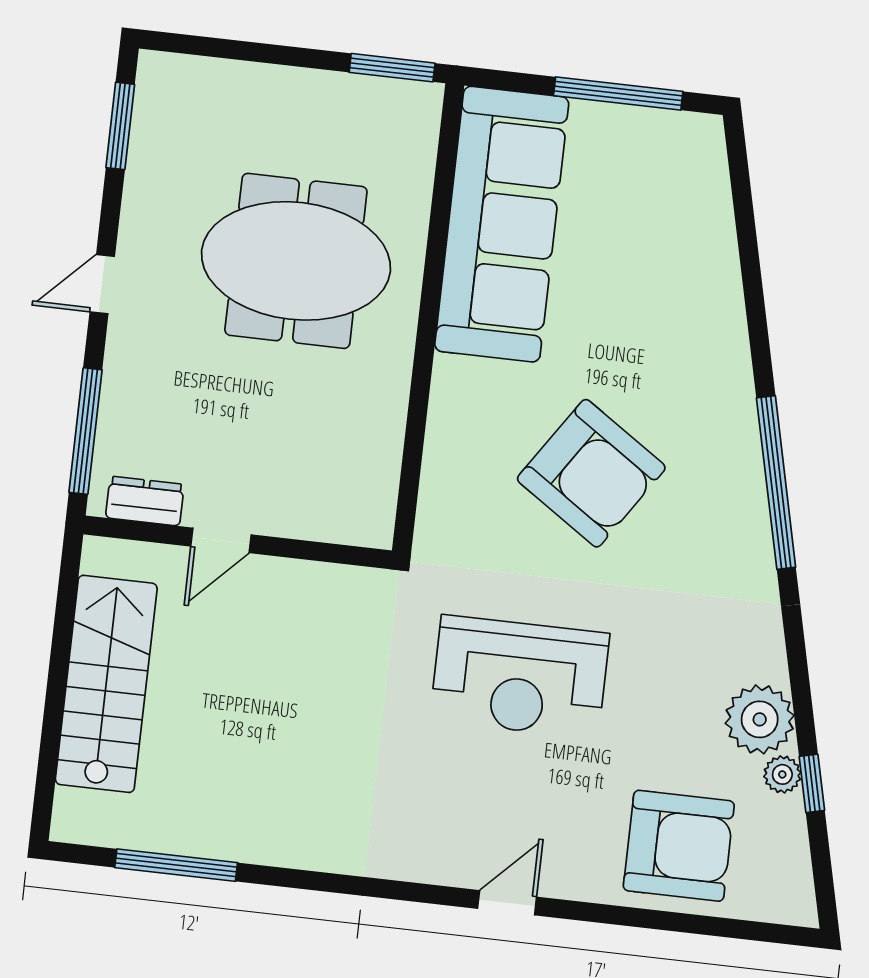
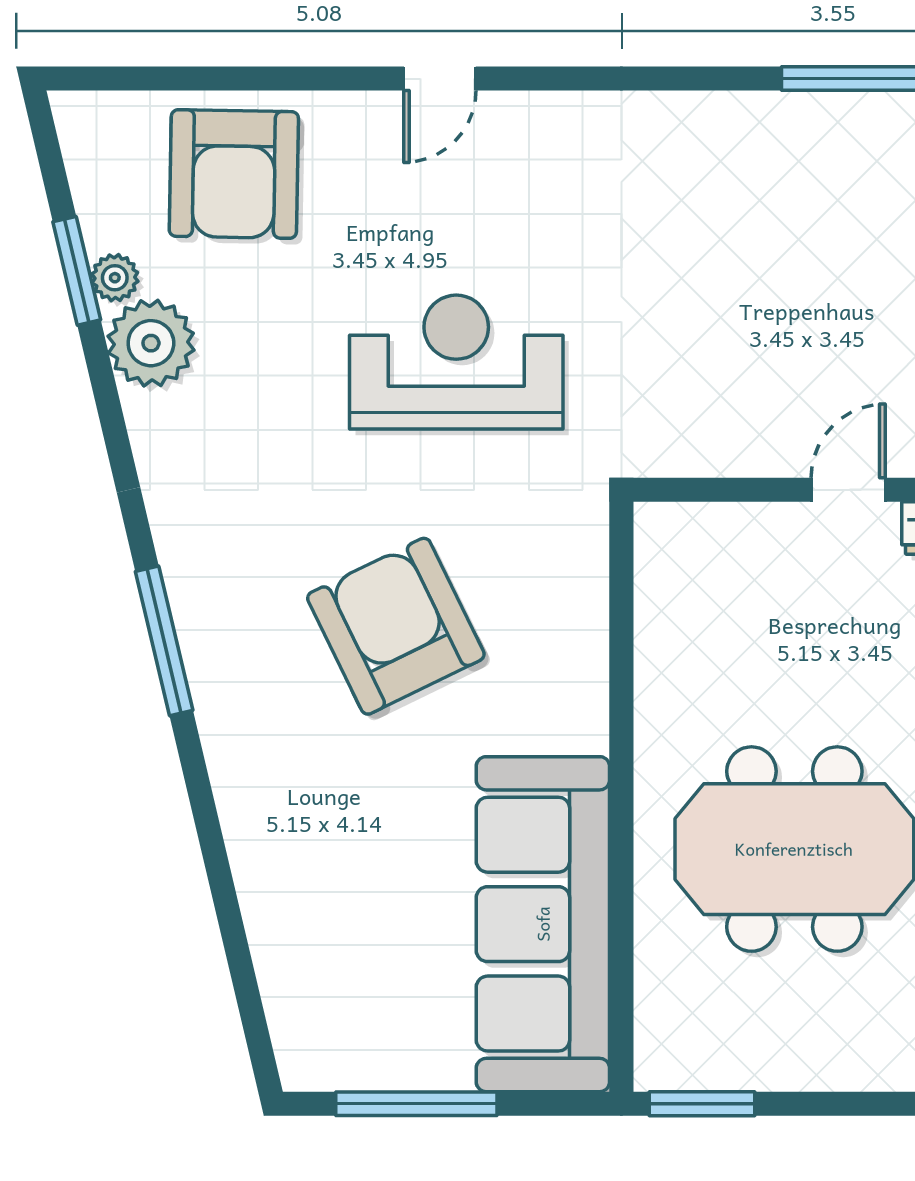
armchair: (591, 473) -> (396, 626), turned 30
window: (776, 482) -> (164, 641), width x0.68
window: (812, 783) -> (77, 271), width x1.50
armchair: (679, 846) -> (234, 174), turned -89

